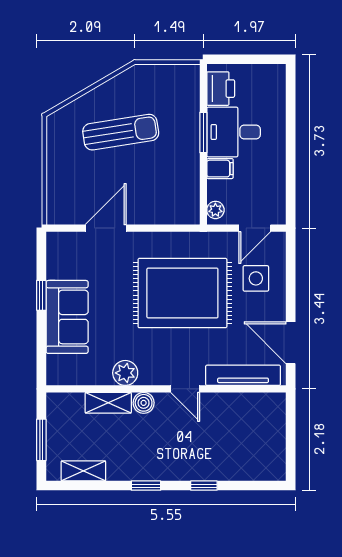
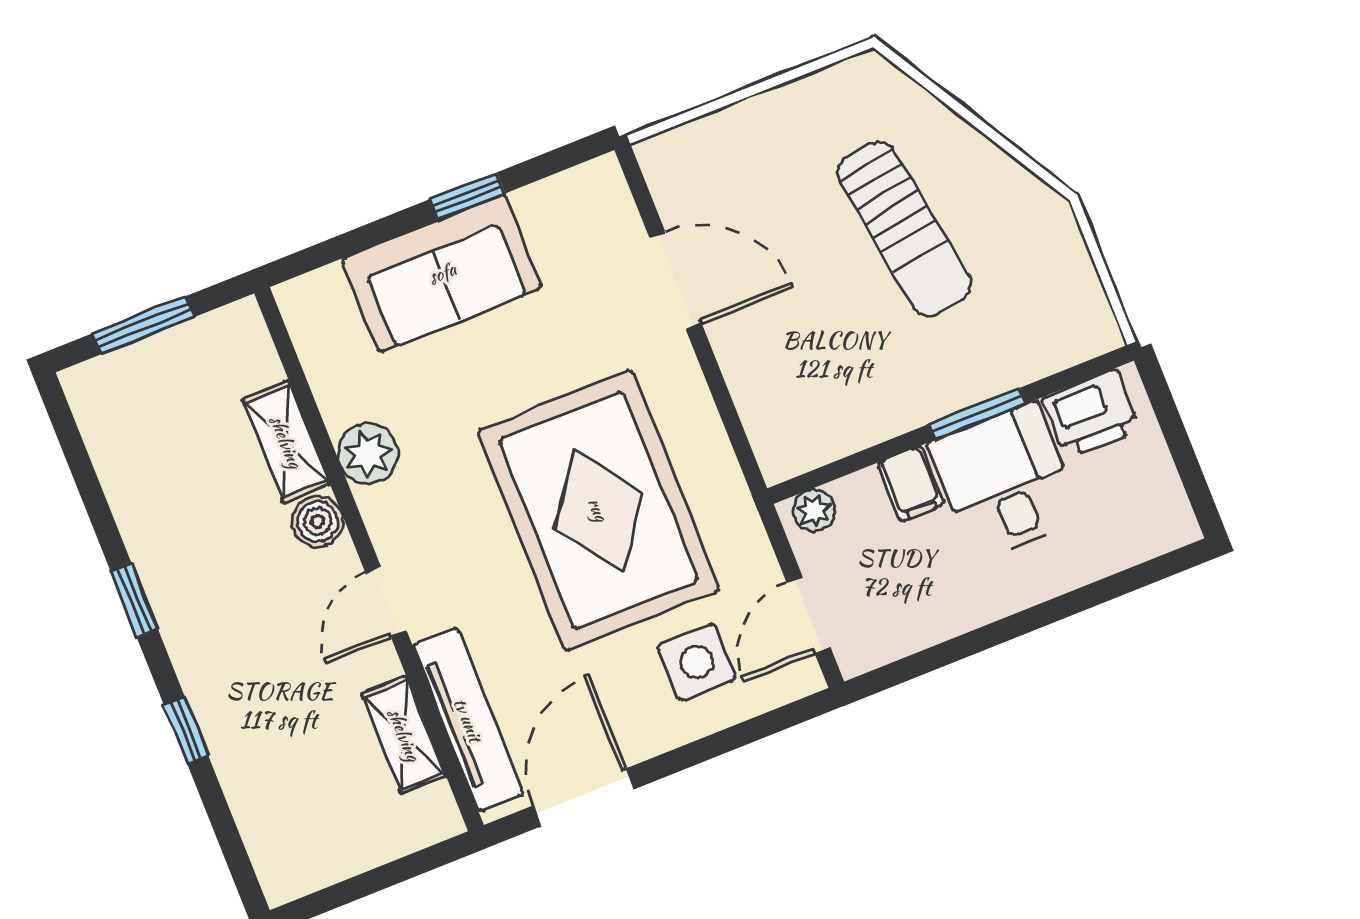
door: (255, 228) -> (808, 615), hinge flipped
shelving: (83, 471) -> (404, 735), moved

